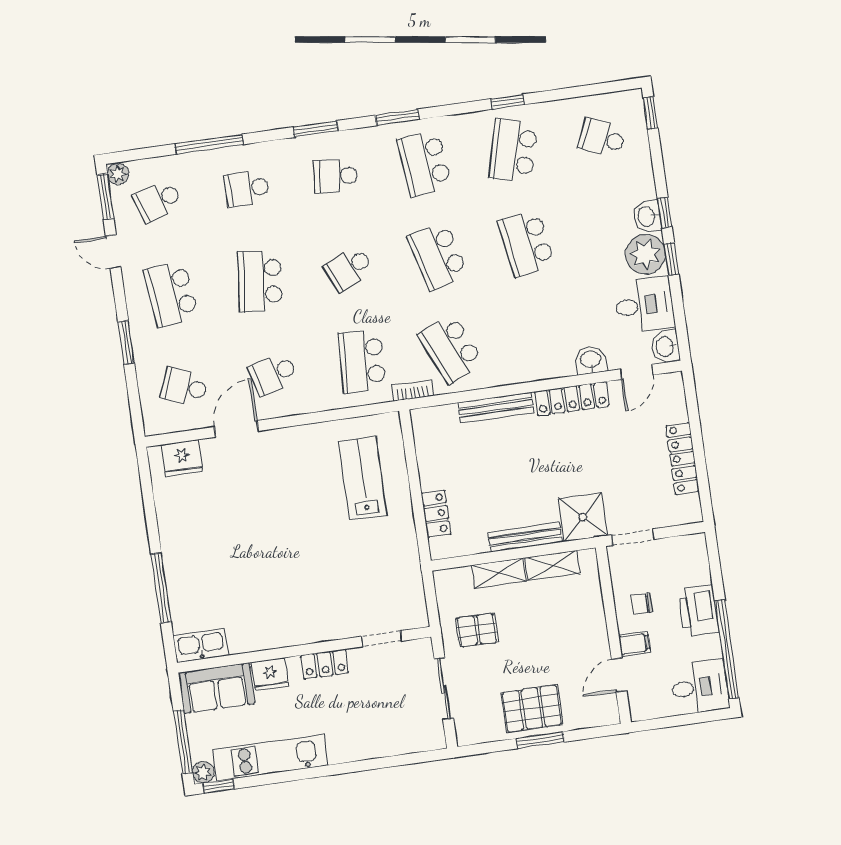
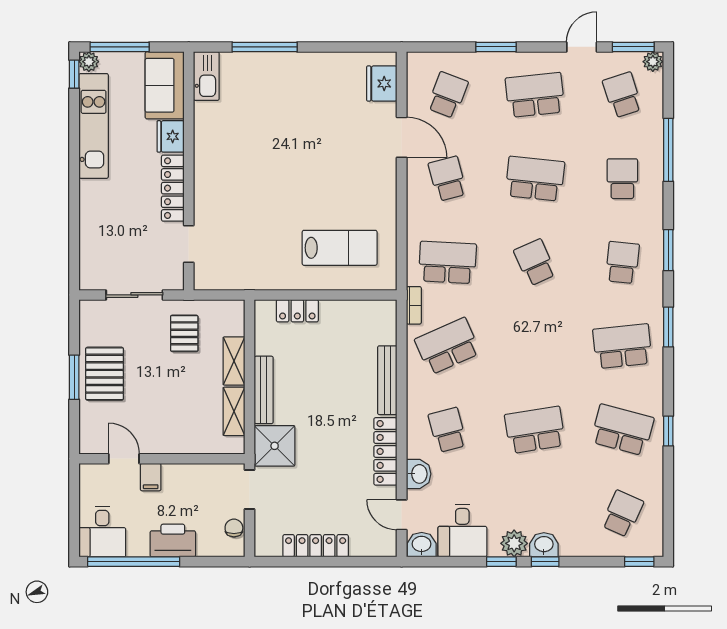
plant: (645, 254) -> (514, 543), width x0.73, depth x0.73
school desk: (438, 256) -> (448, 430), moved, width x0.54
chair: (642, 604) -> (234, 528), moved
locker: (325, 664) -> (173, 188), width x1.53

